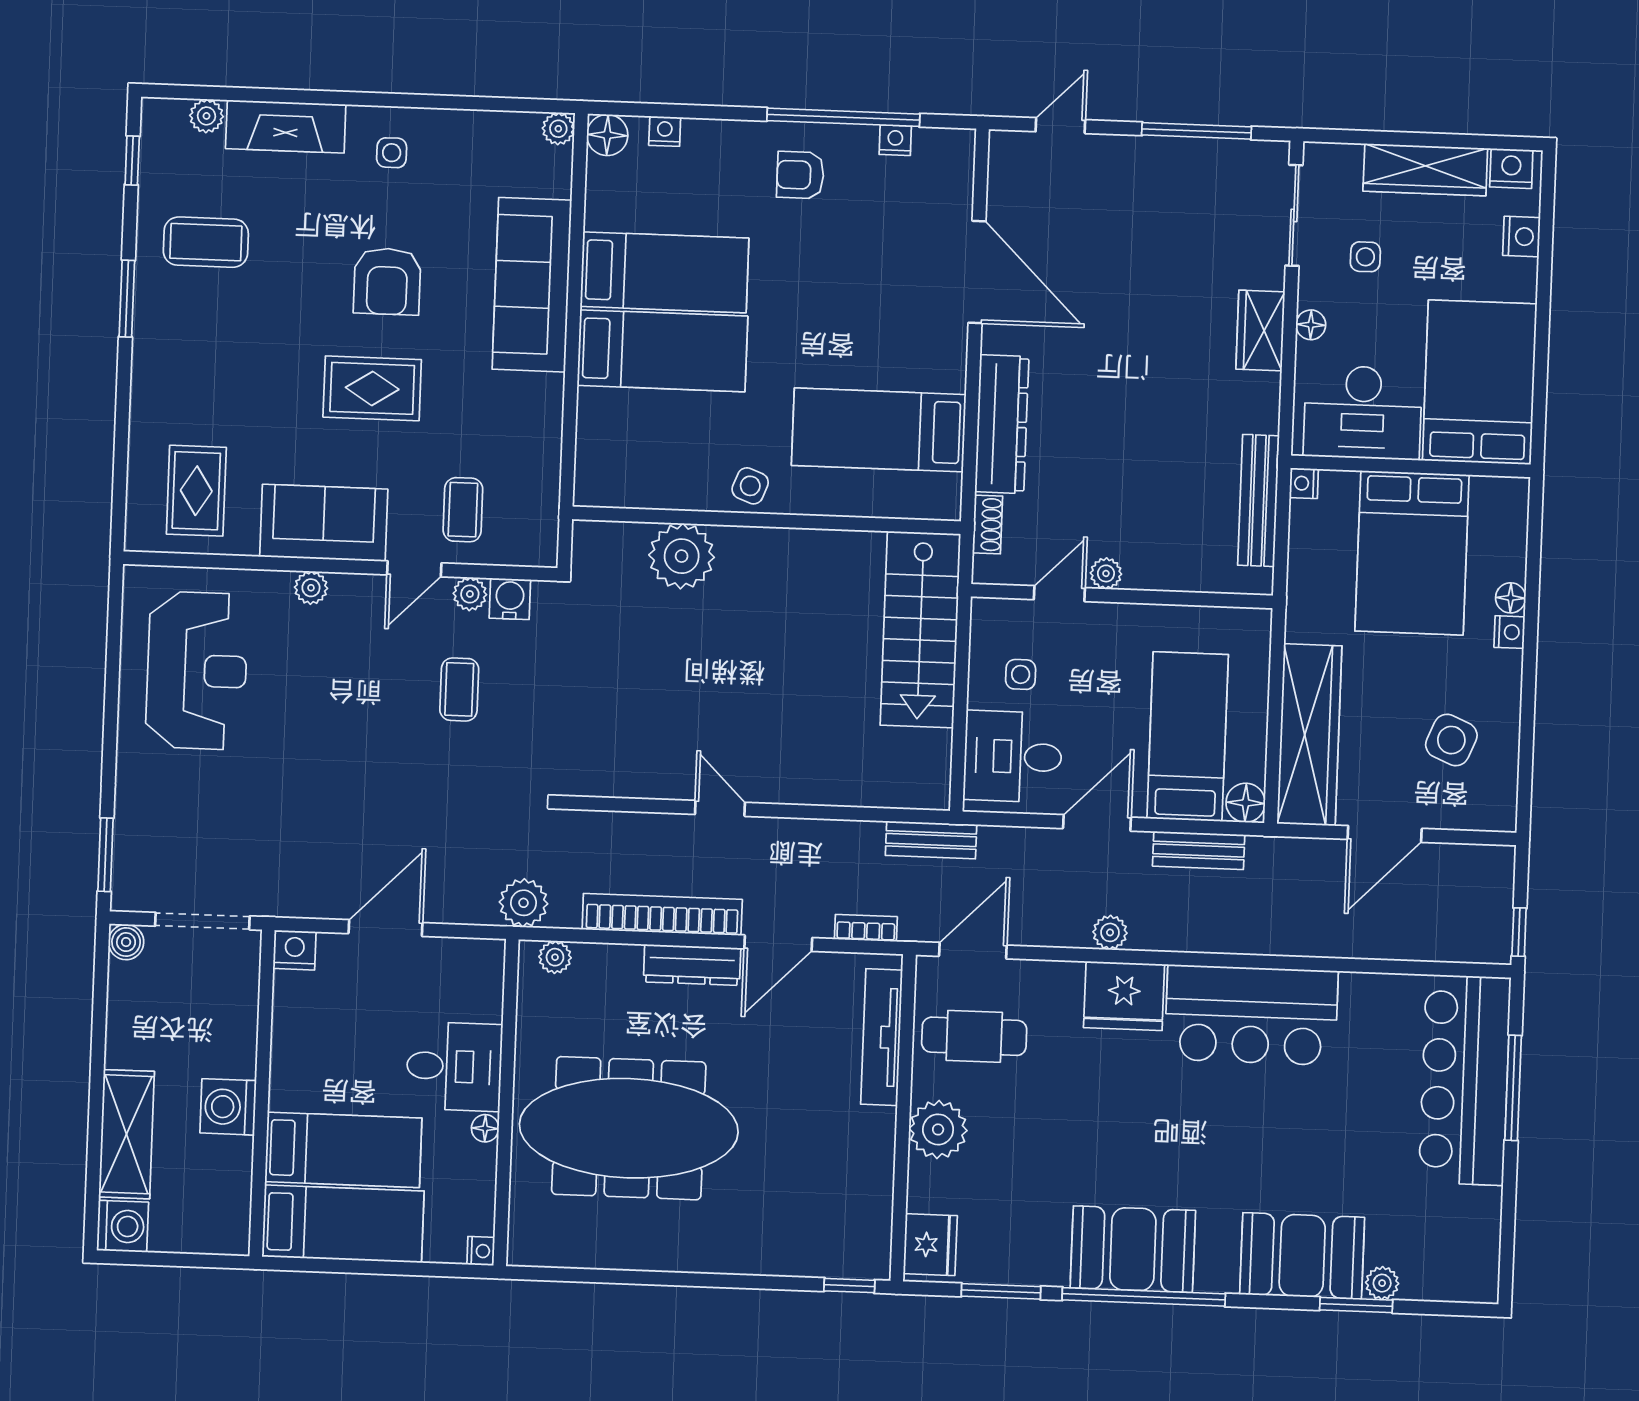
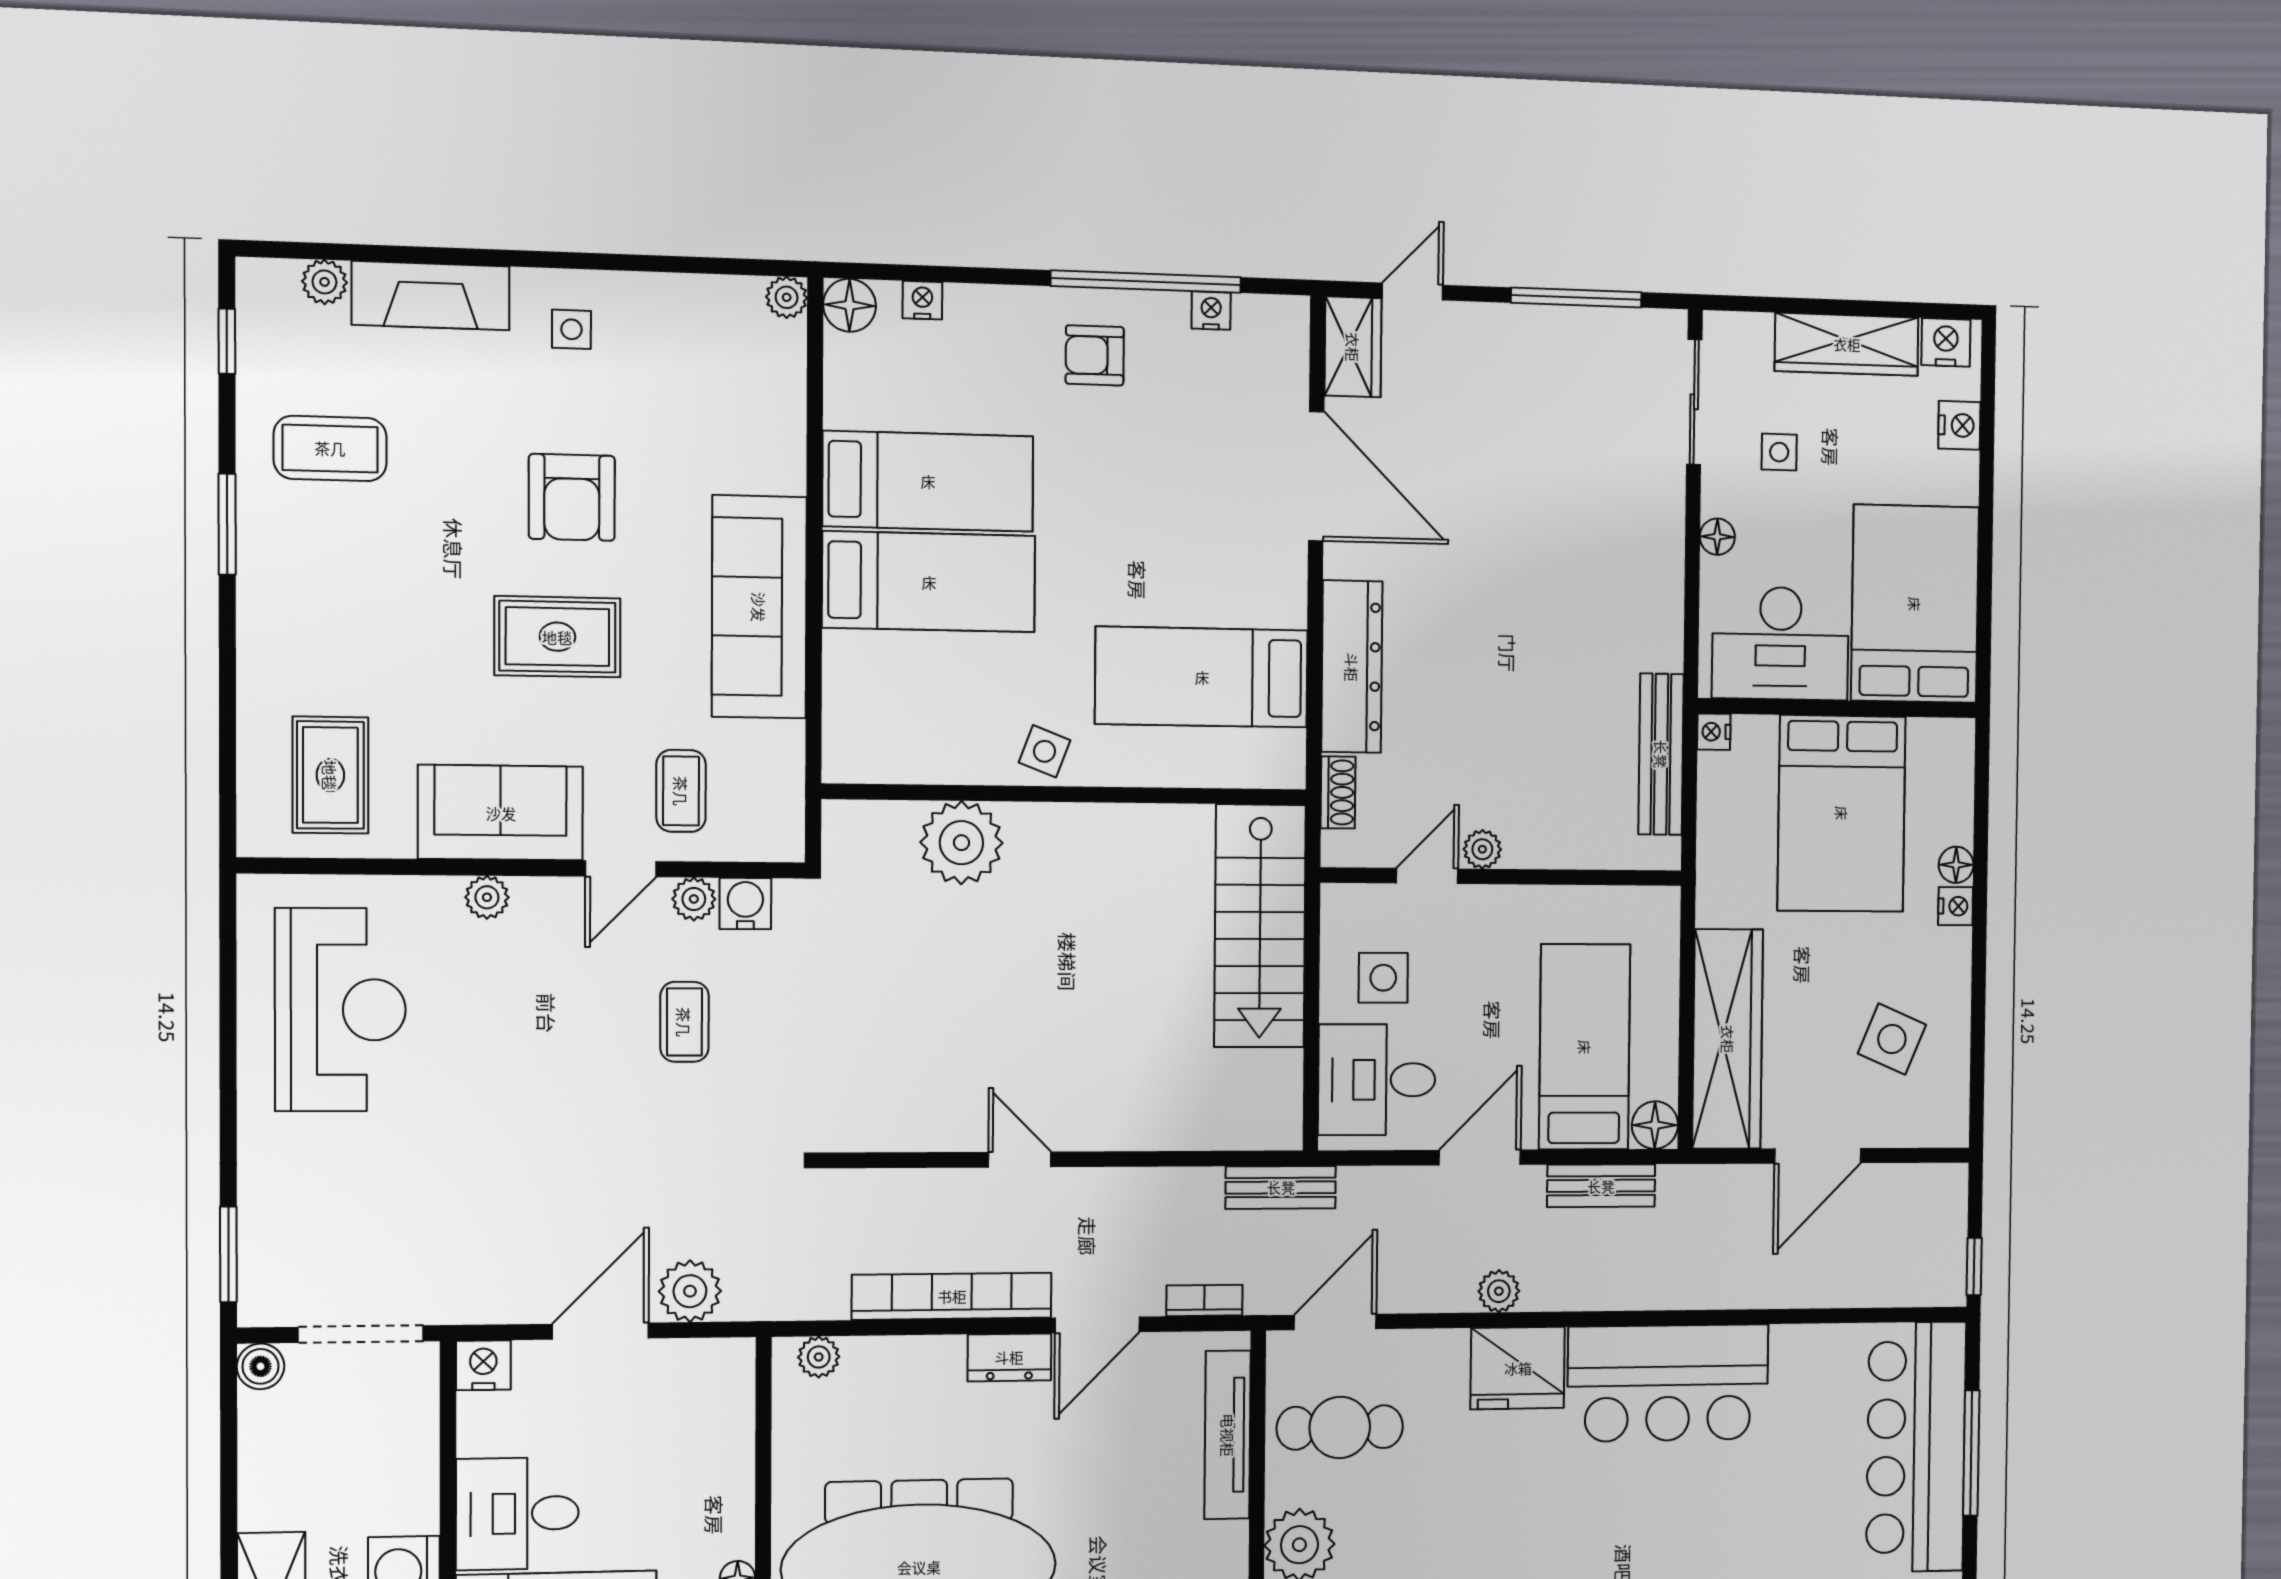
sofa: (532, 285) -> (759, 607), moved
wardrobe: (1260, 330) -> (1353, 347), moved, turned 180
side table: (1021, 674) -> (1383, 978), width x1.37, depth x1.37
plant: (524, 903) -> (690, 1291), moved
dresser: (692, 965) -> (1009, 1357), width x0.70
desk: (454, 1066) -> (517, 1514), moved, turned 180

